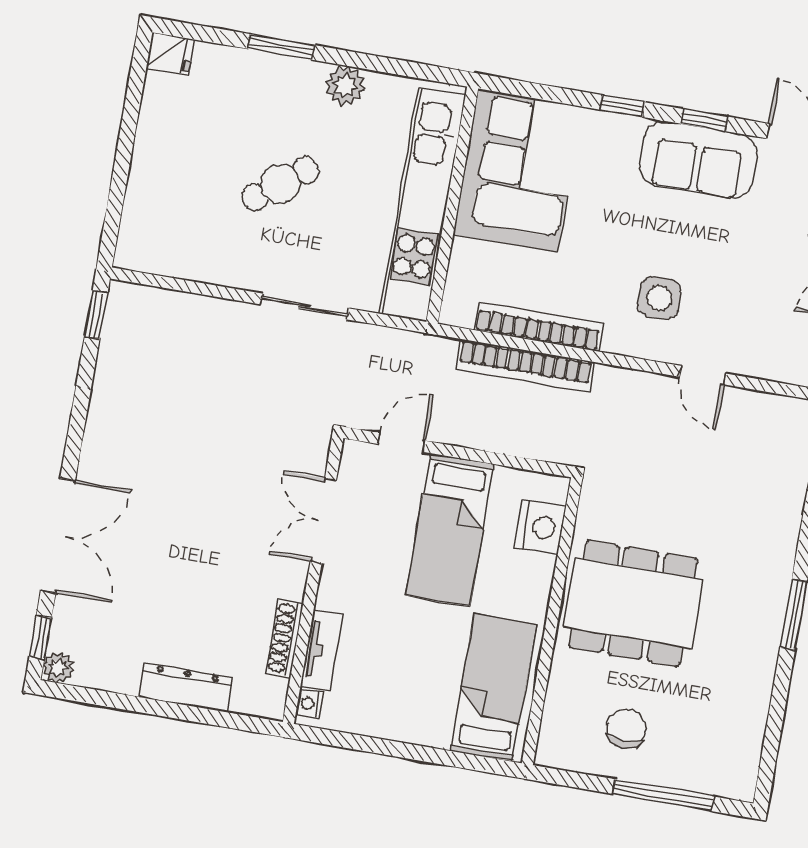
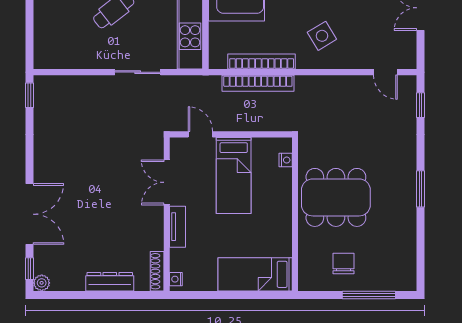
side table: (659, 298) -> (322, 36), turned -31
door: (703, 375) -> (385, 72), moved
door: (401, 442) -> (200, 134), hinge flipped
nightstand: (540, 527) -> (286, 160), width x0.53, depth x0.56
shoe rack: (284, 638) -> (157, 271), moved
tv unit: (322, 651) -> (177, 227), moved
bed: (493, 688) -> (255, 274), moved, turned -90

